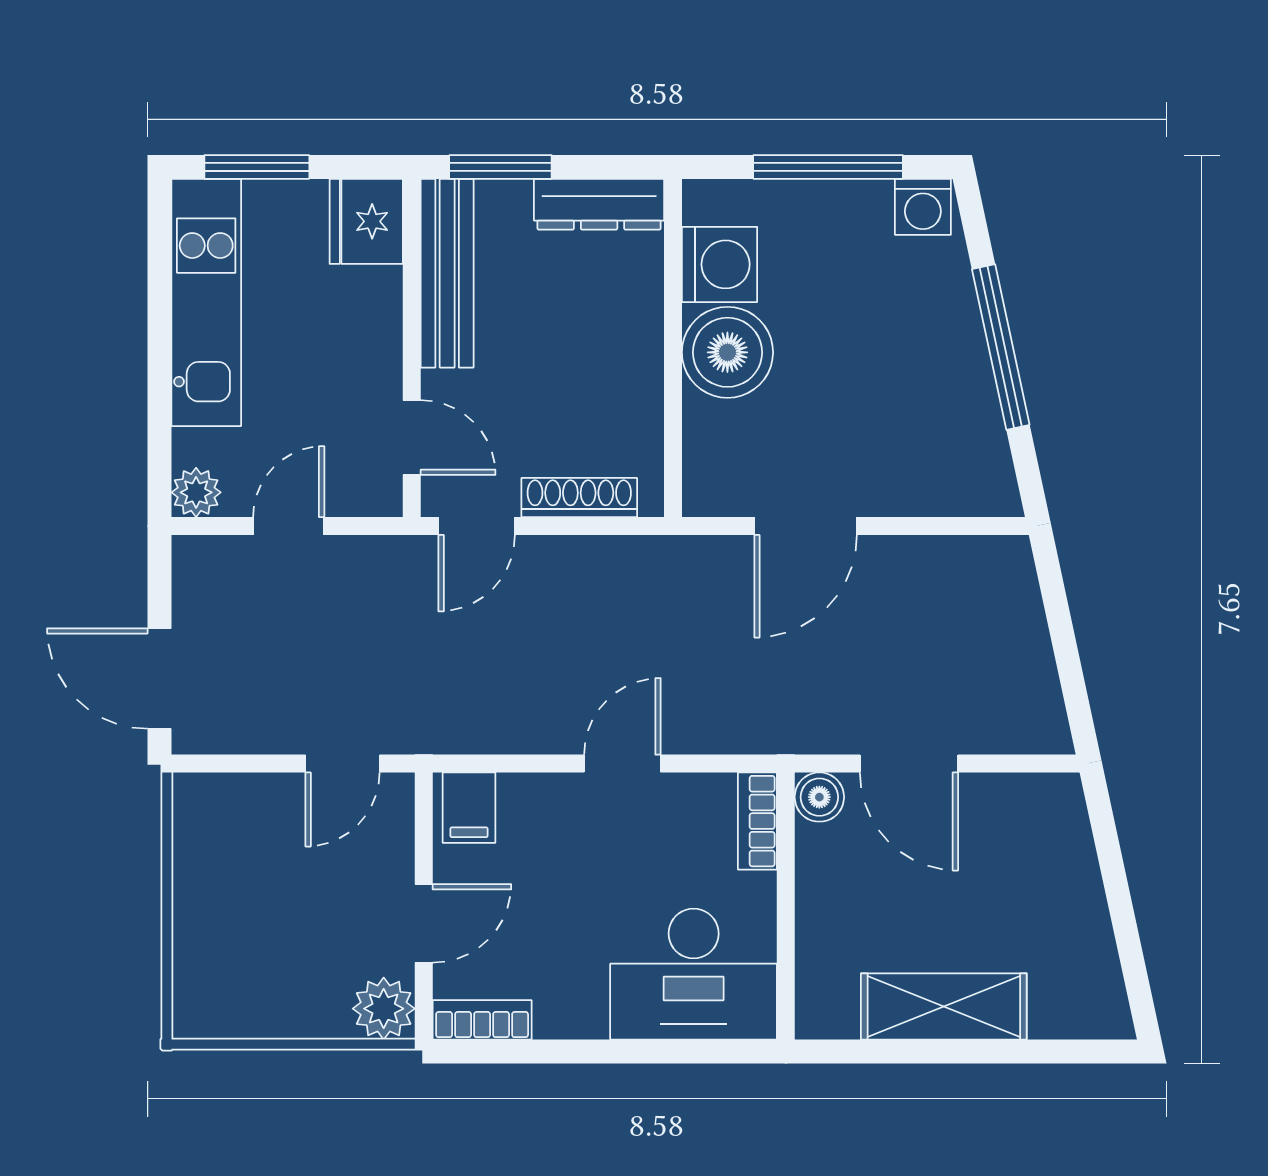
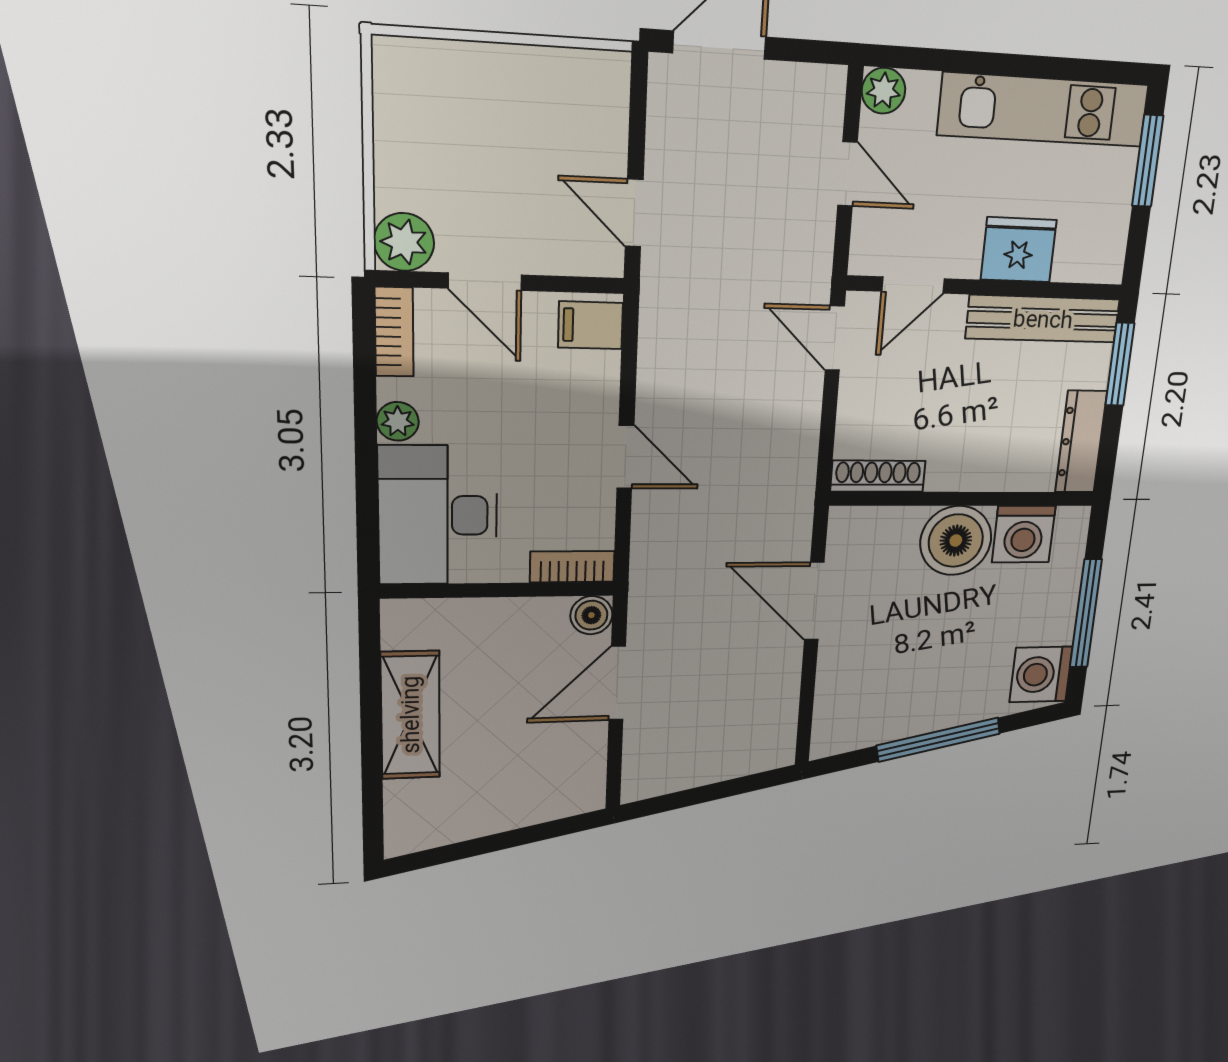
washing machine: (923, 207) -> (1041, 674), width x1.38, depth x1.38
fridge: (366, 221) -> (1019, 250), moved
shoe rack: (579, 498) -> (878, 476), moved, turned -90
plant: (583, 1017) -> (398, 421), added

